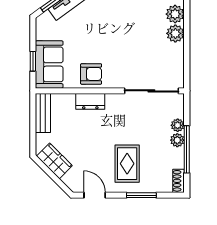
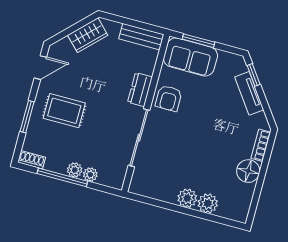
window: (33, 61) -> (199, 41), width x1.50
sliding door: (151, 91) -> (139, 138), moved

